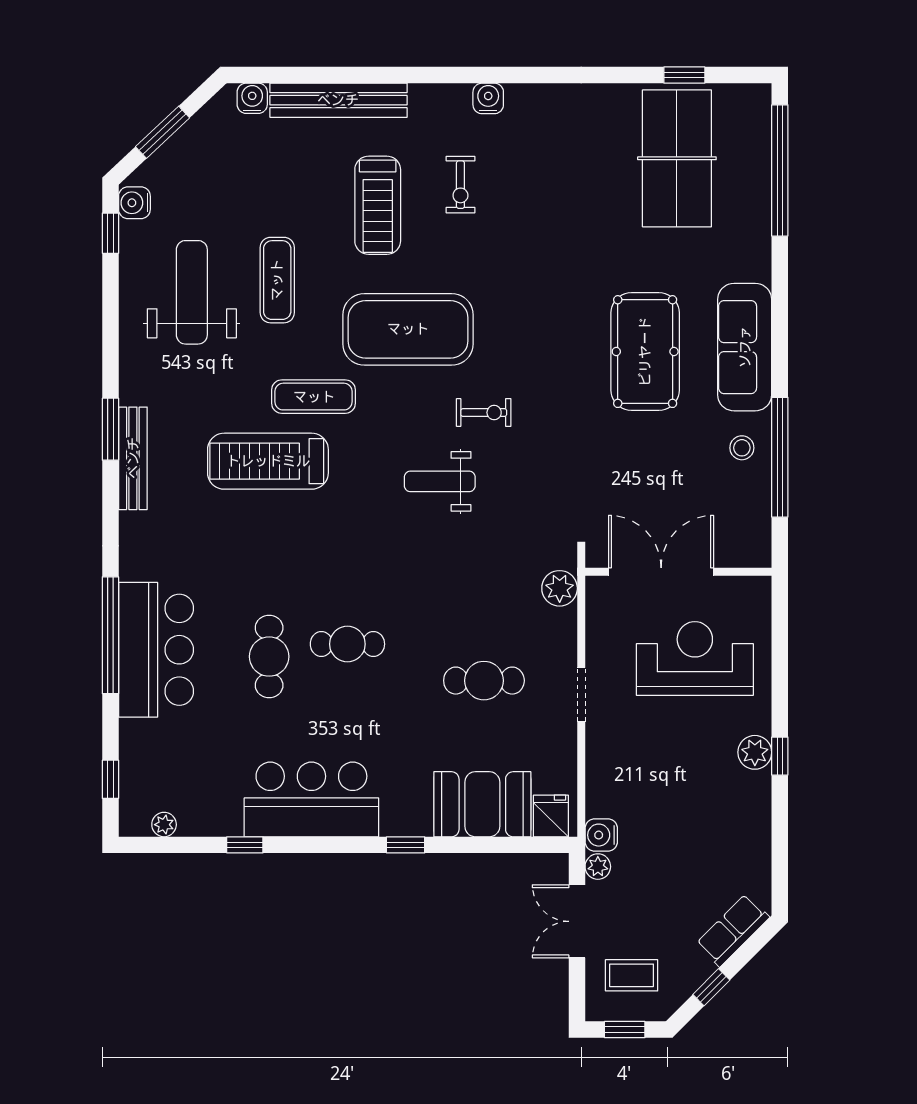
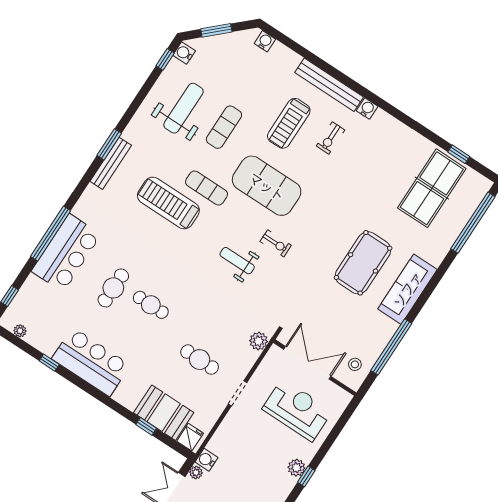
bench: (338, 100) -> (329, 85), moved
stool: (742, 448) -> (355, 364), moved
window: (406, 845) -> (146, 426), moved

